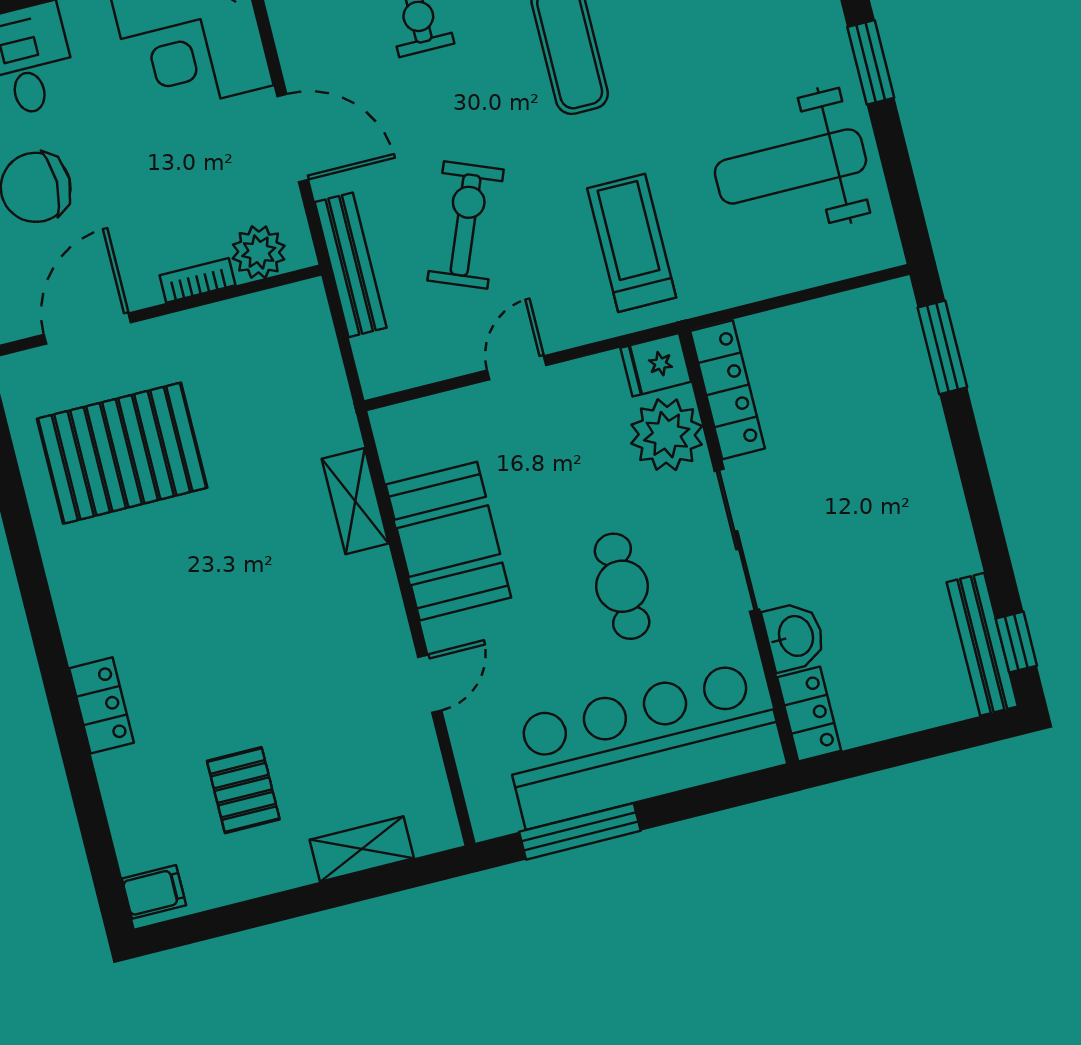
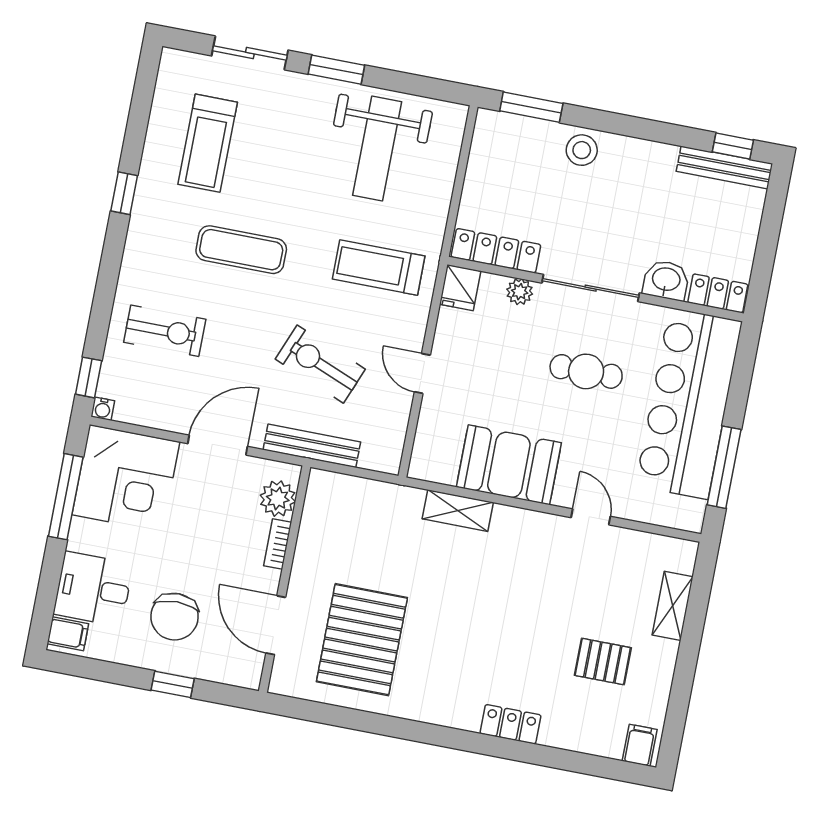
plant: (667, 435) -> (520, 292), width x0.53, depth x0.53
stool: (916, 442) -> (582, 150), added

